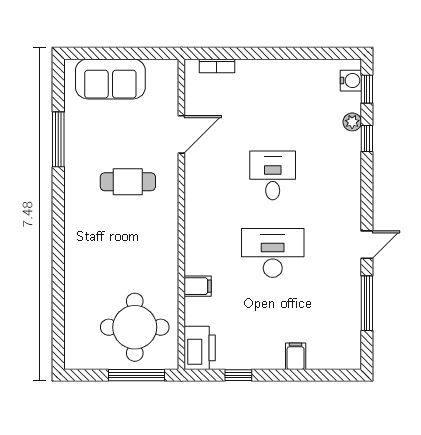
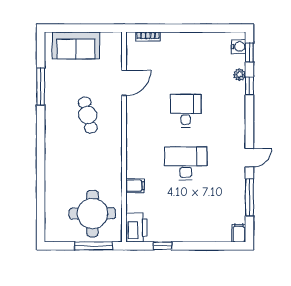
cafe table: (128, 182) -> (88, 115), turned 76
filing cabinet: (296, 356) -> (239, 233), moved

